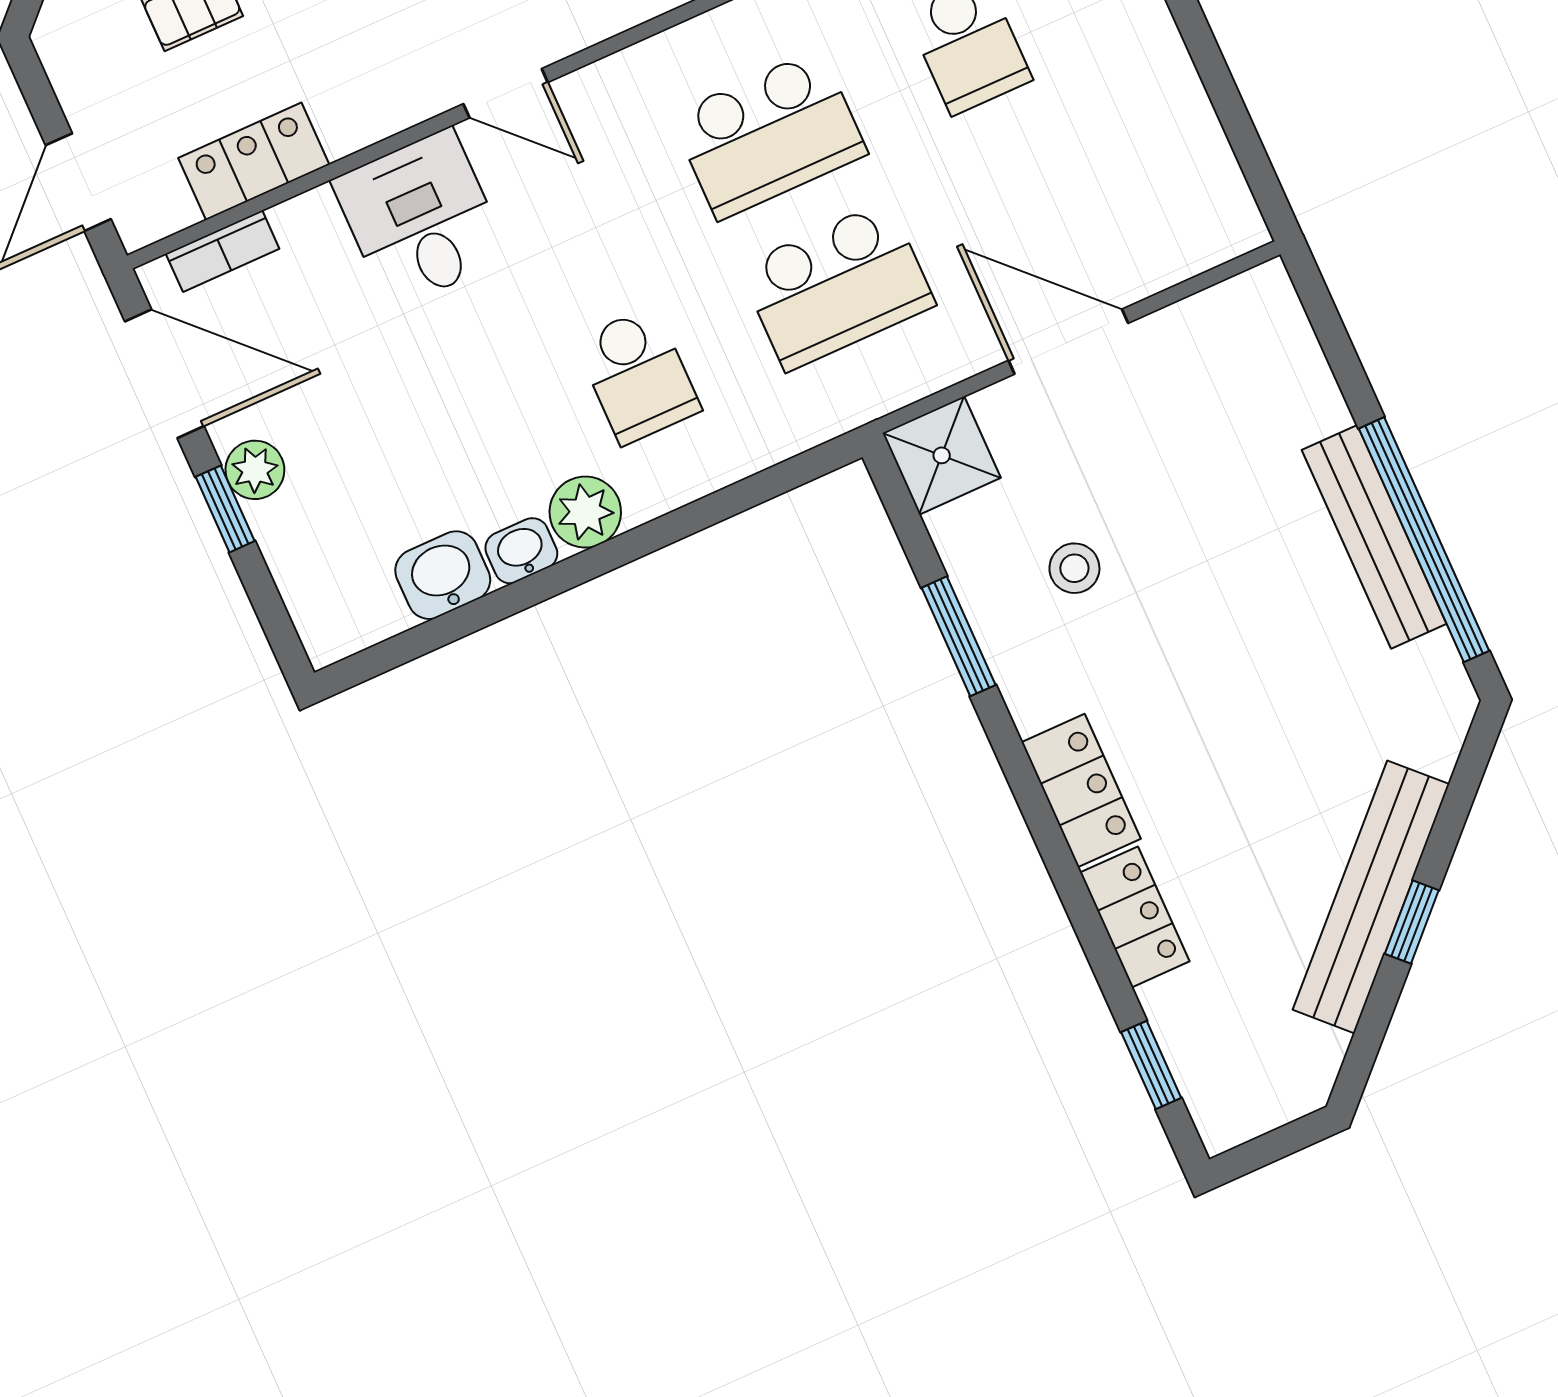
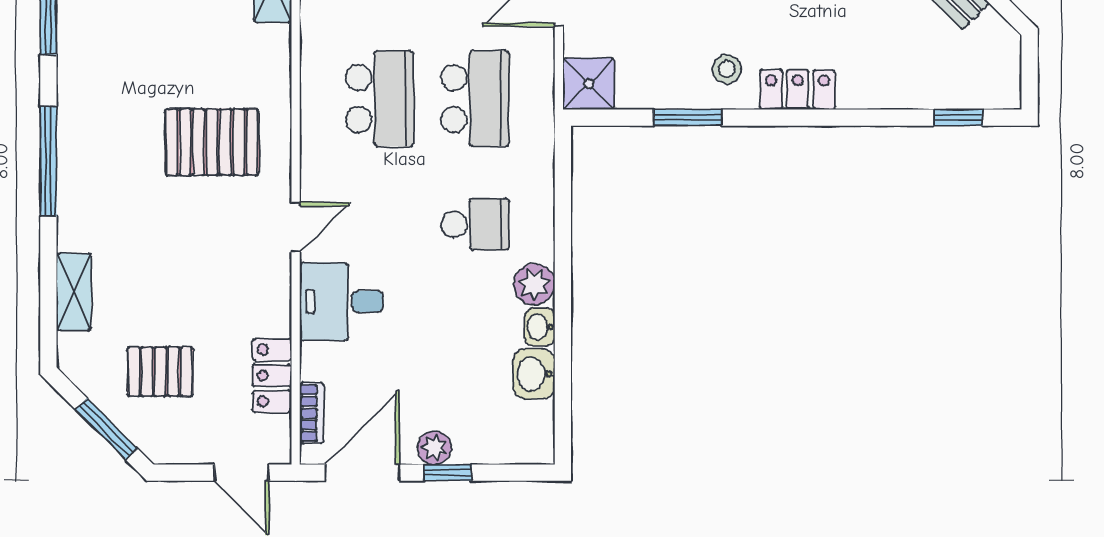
stool: (1074, 568) -> (727, 69), moved
locker: (1135, 917) -> (877, 91), removed

